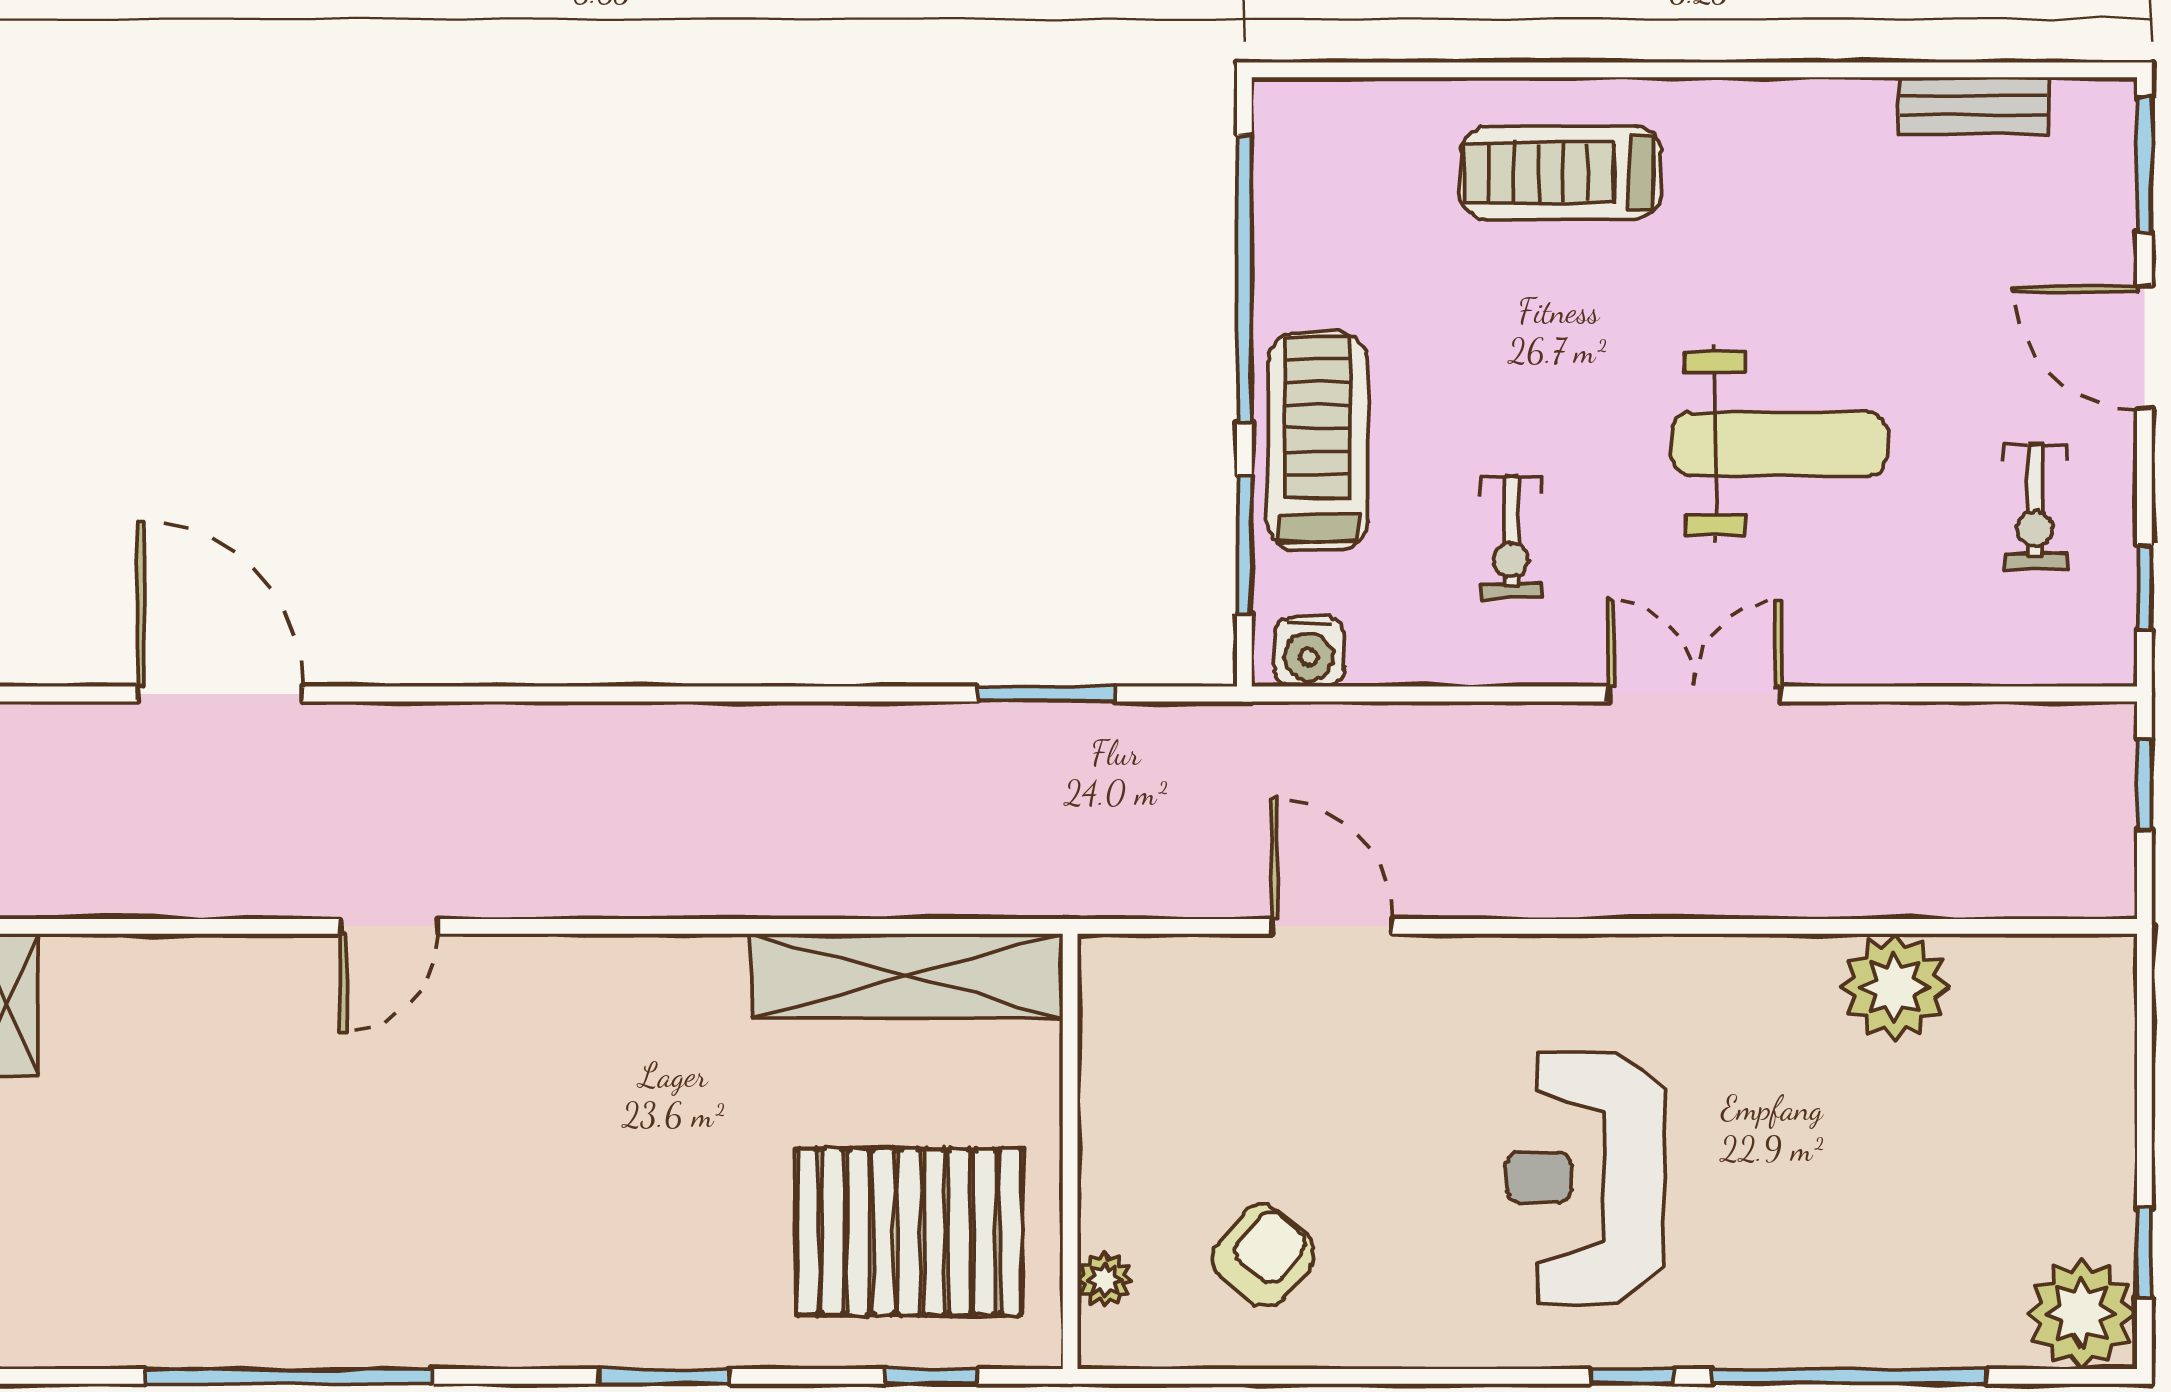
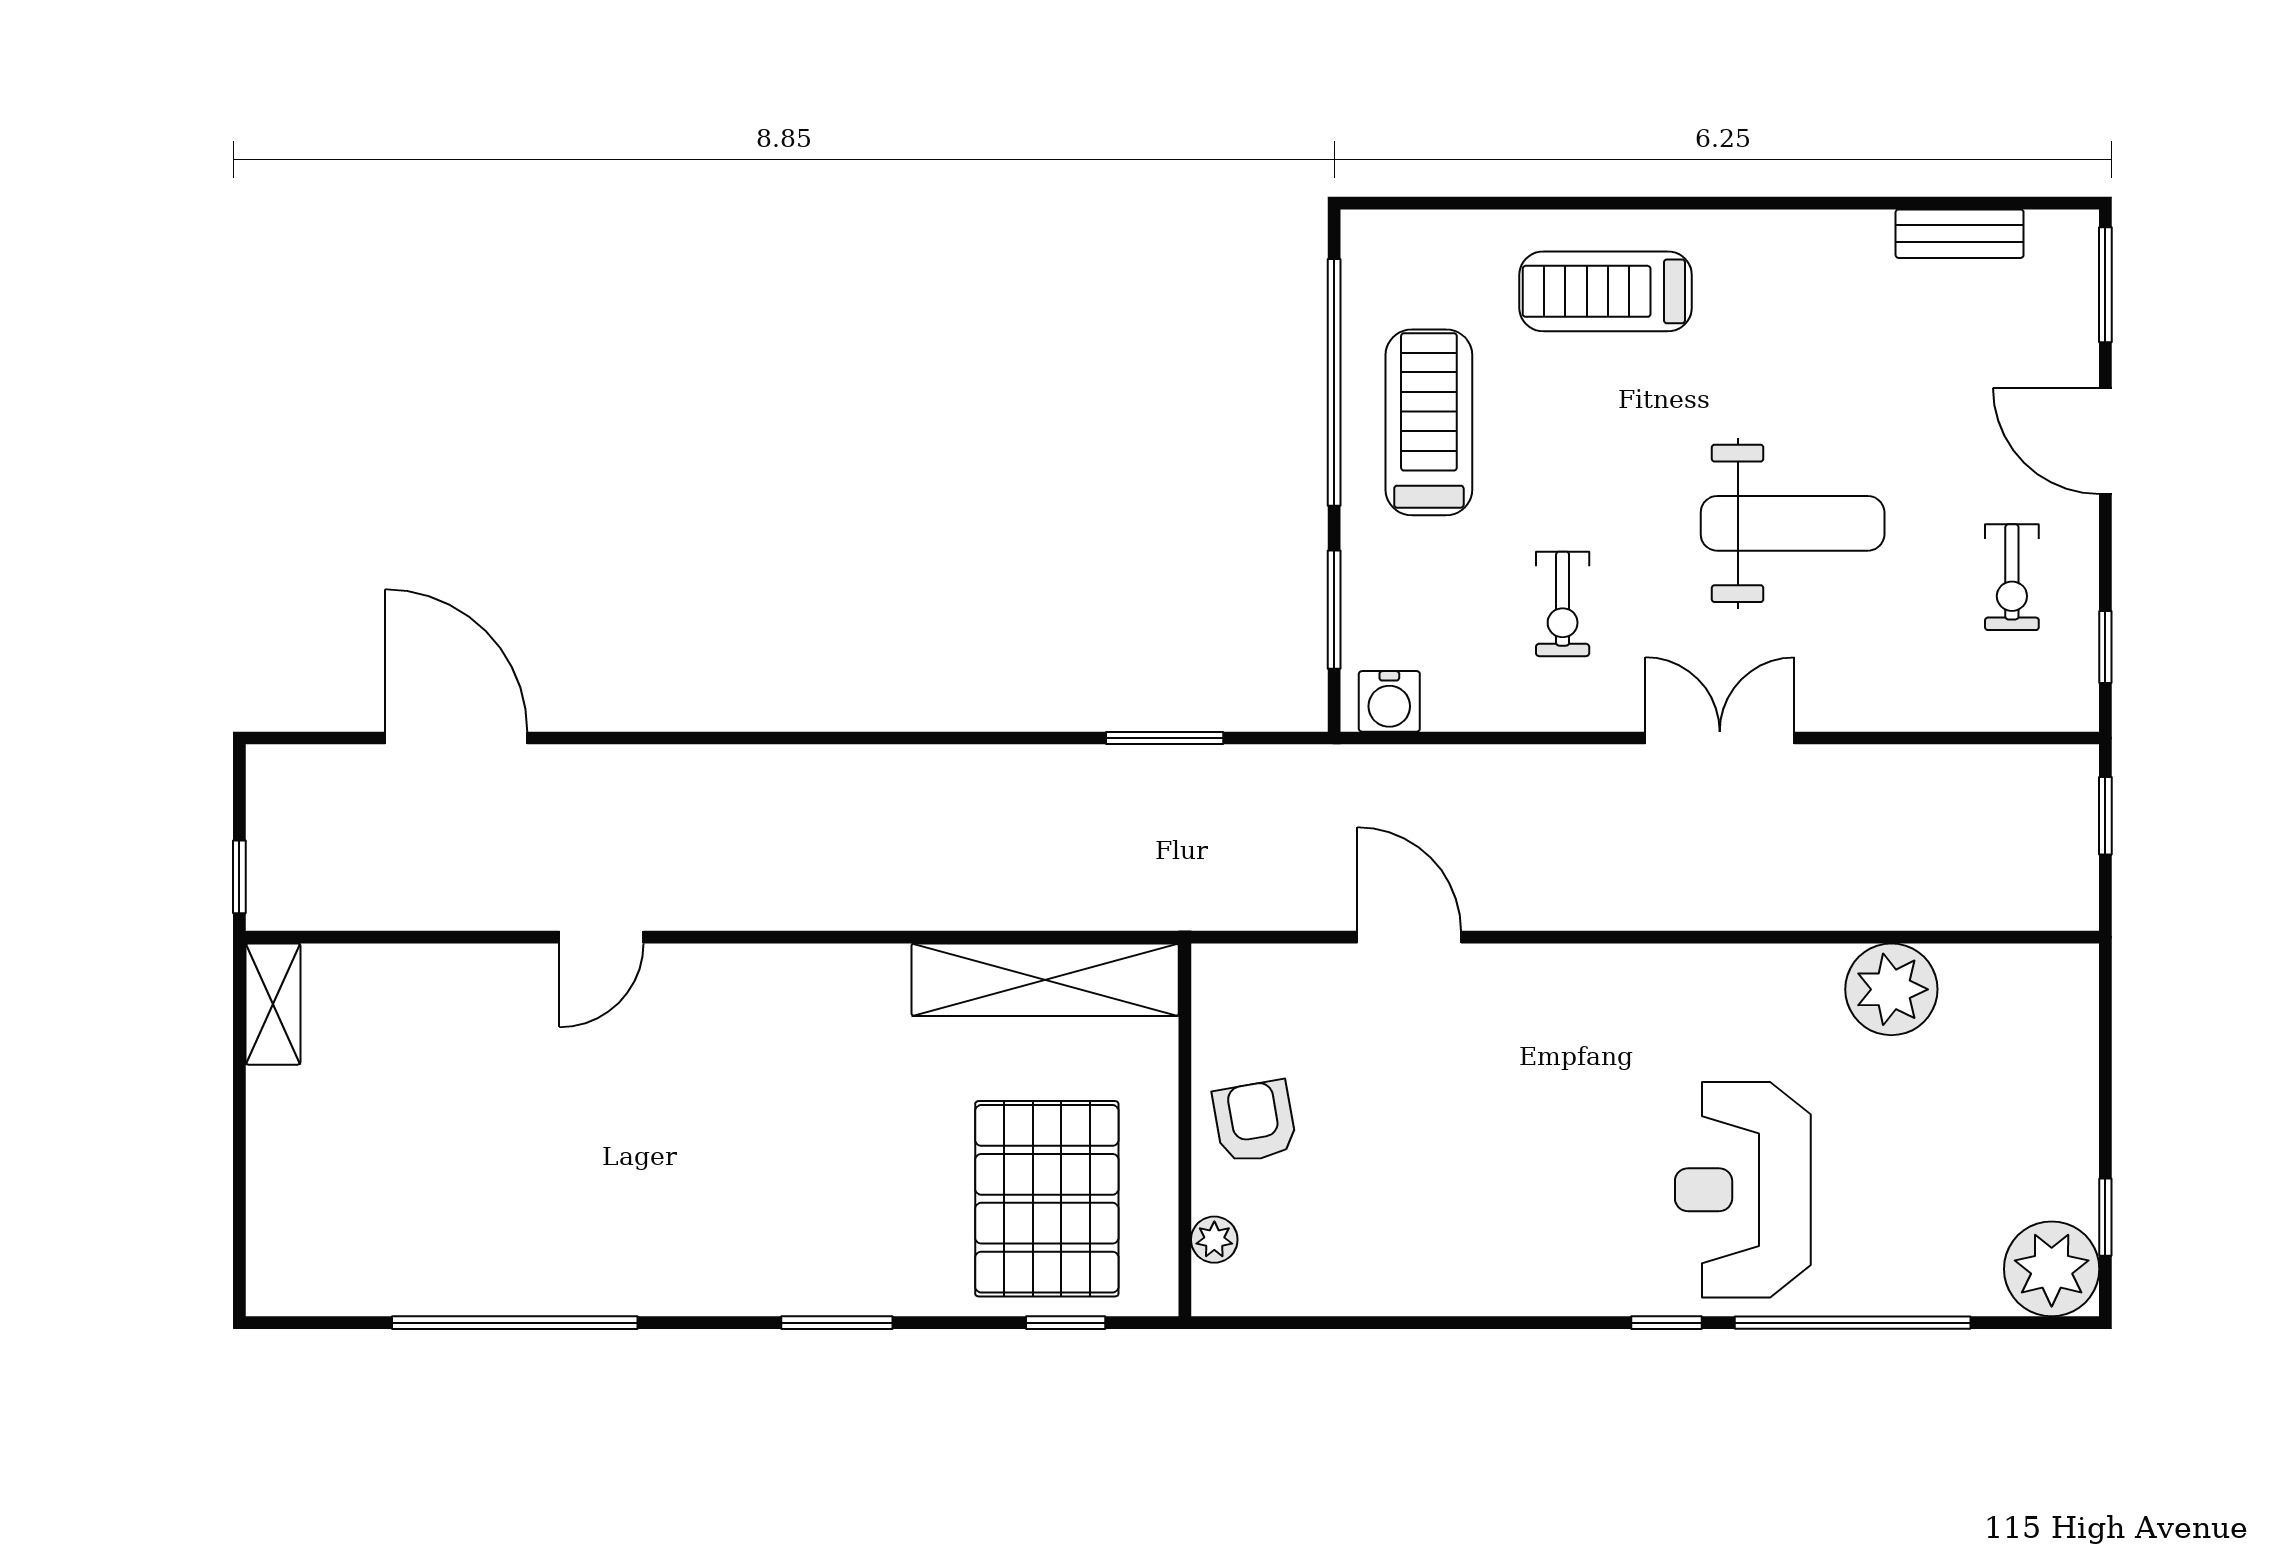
treadmill: (1318, 441) -> (1429, 422), moved
reception desk: (1585, 1177) -> (1743, 1190), moved
pallet: (909, 1232) -> (1047, 1199), turned 90
armchair: (1263, 1256) -> (1255, 1122), moved, turned -50

